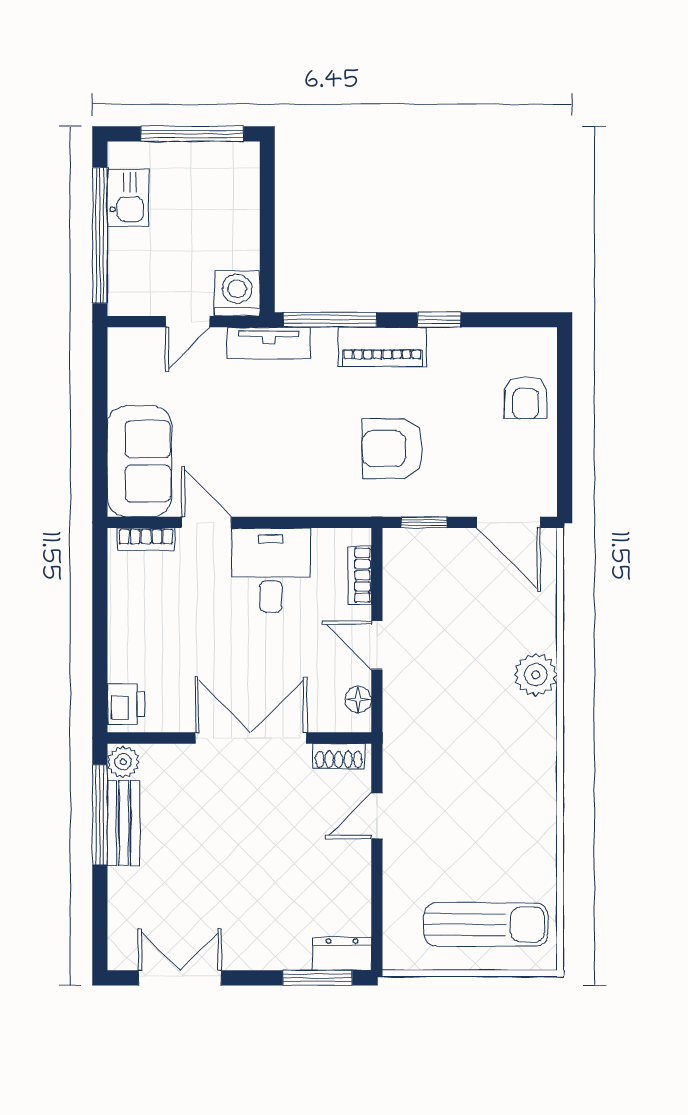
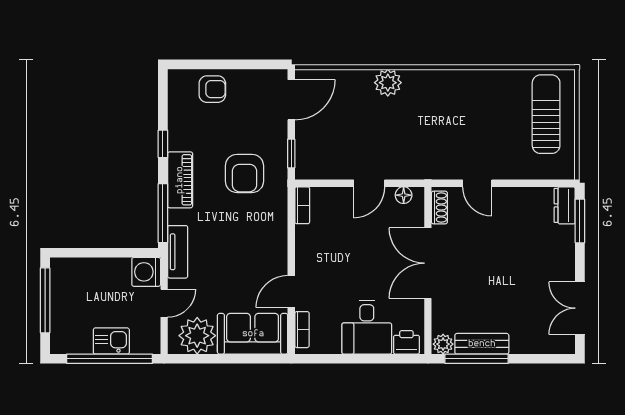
kitchen sink: (128, 198) -> (111, 341), moved
door: (188, 322) -> (164, 303), hinge flipped
plant: (136, 374) -> (197, 336), added
desk: (271, 570) -> (367, 327), moved, turned -90
bookcase: (360, 575) -> (302, 205), moved, turned -90

